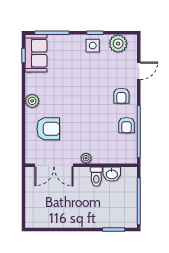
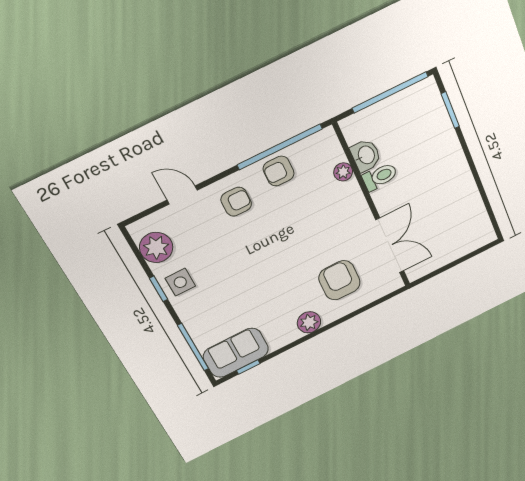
armchair: (126, 125) -> (279, 171), turned 180
plant: (86, 158) -> (343, 172), moved

